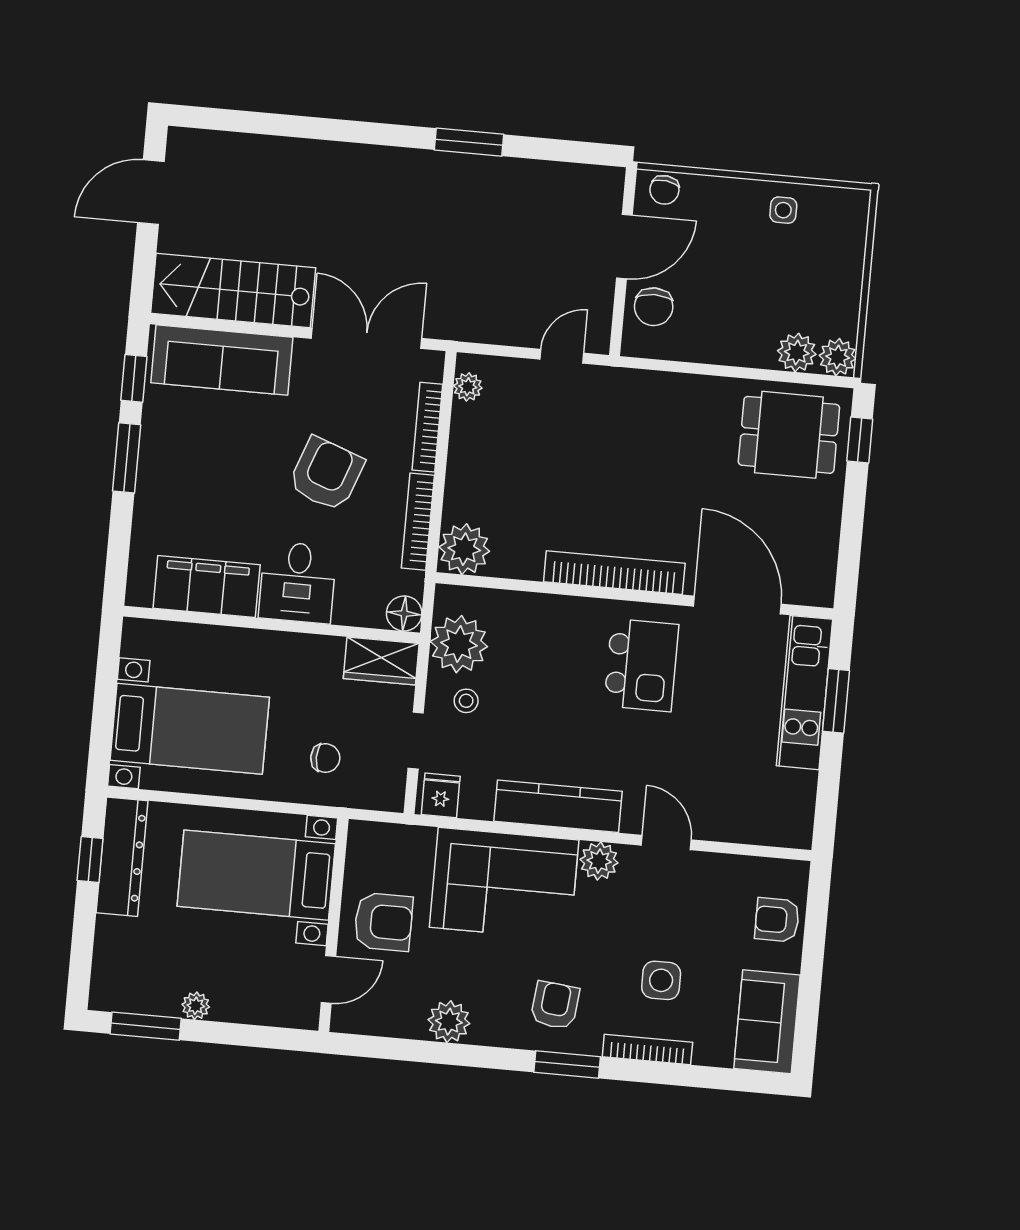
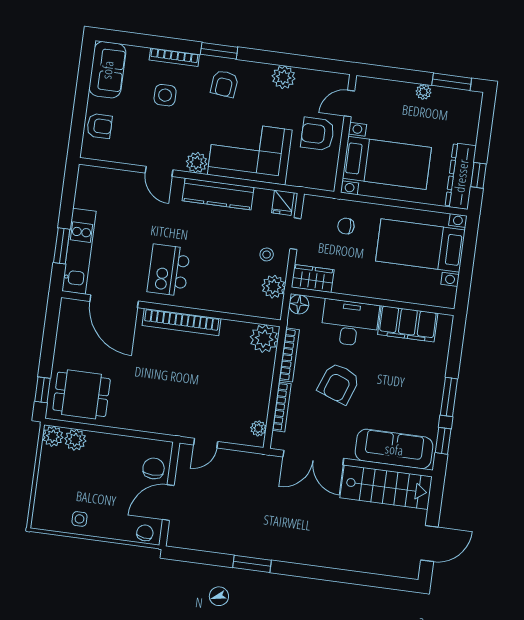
desk: (298, 582) -> (350, 323), width x1.37
plant: (459, 644) -> (273, 287), width x0.73, depth x0.73

